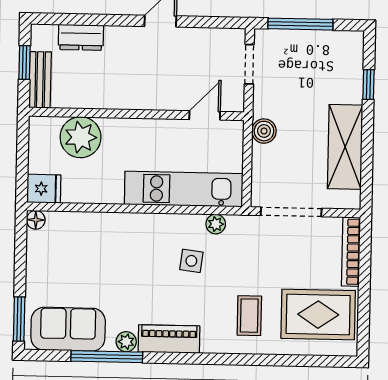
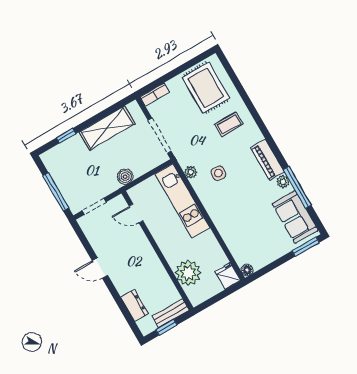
bookcase: (351, 252) -> (155, 95), width x0.64

